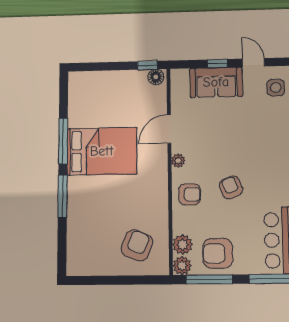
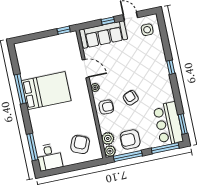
floor lamp: (156, 77) -> (71, 37), removed
sofa: (216, 82) -> (103, 34), width x1.36
door: (169, 129) -> (86, 69), swing flipped
window: (62, 196) -> (32, 147), moved
desk: (85, 256) -> (49, 157), added

